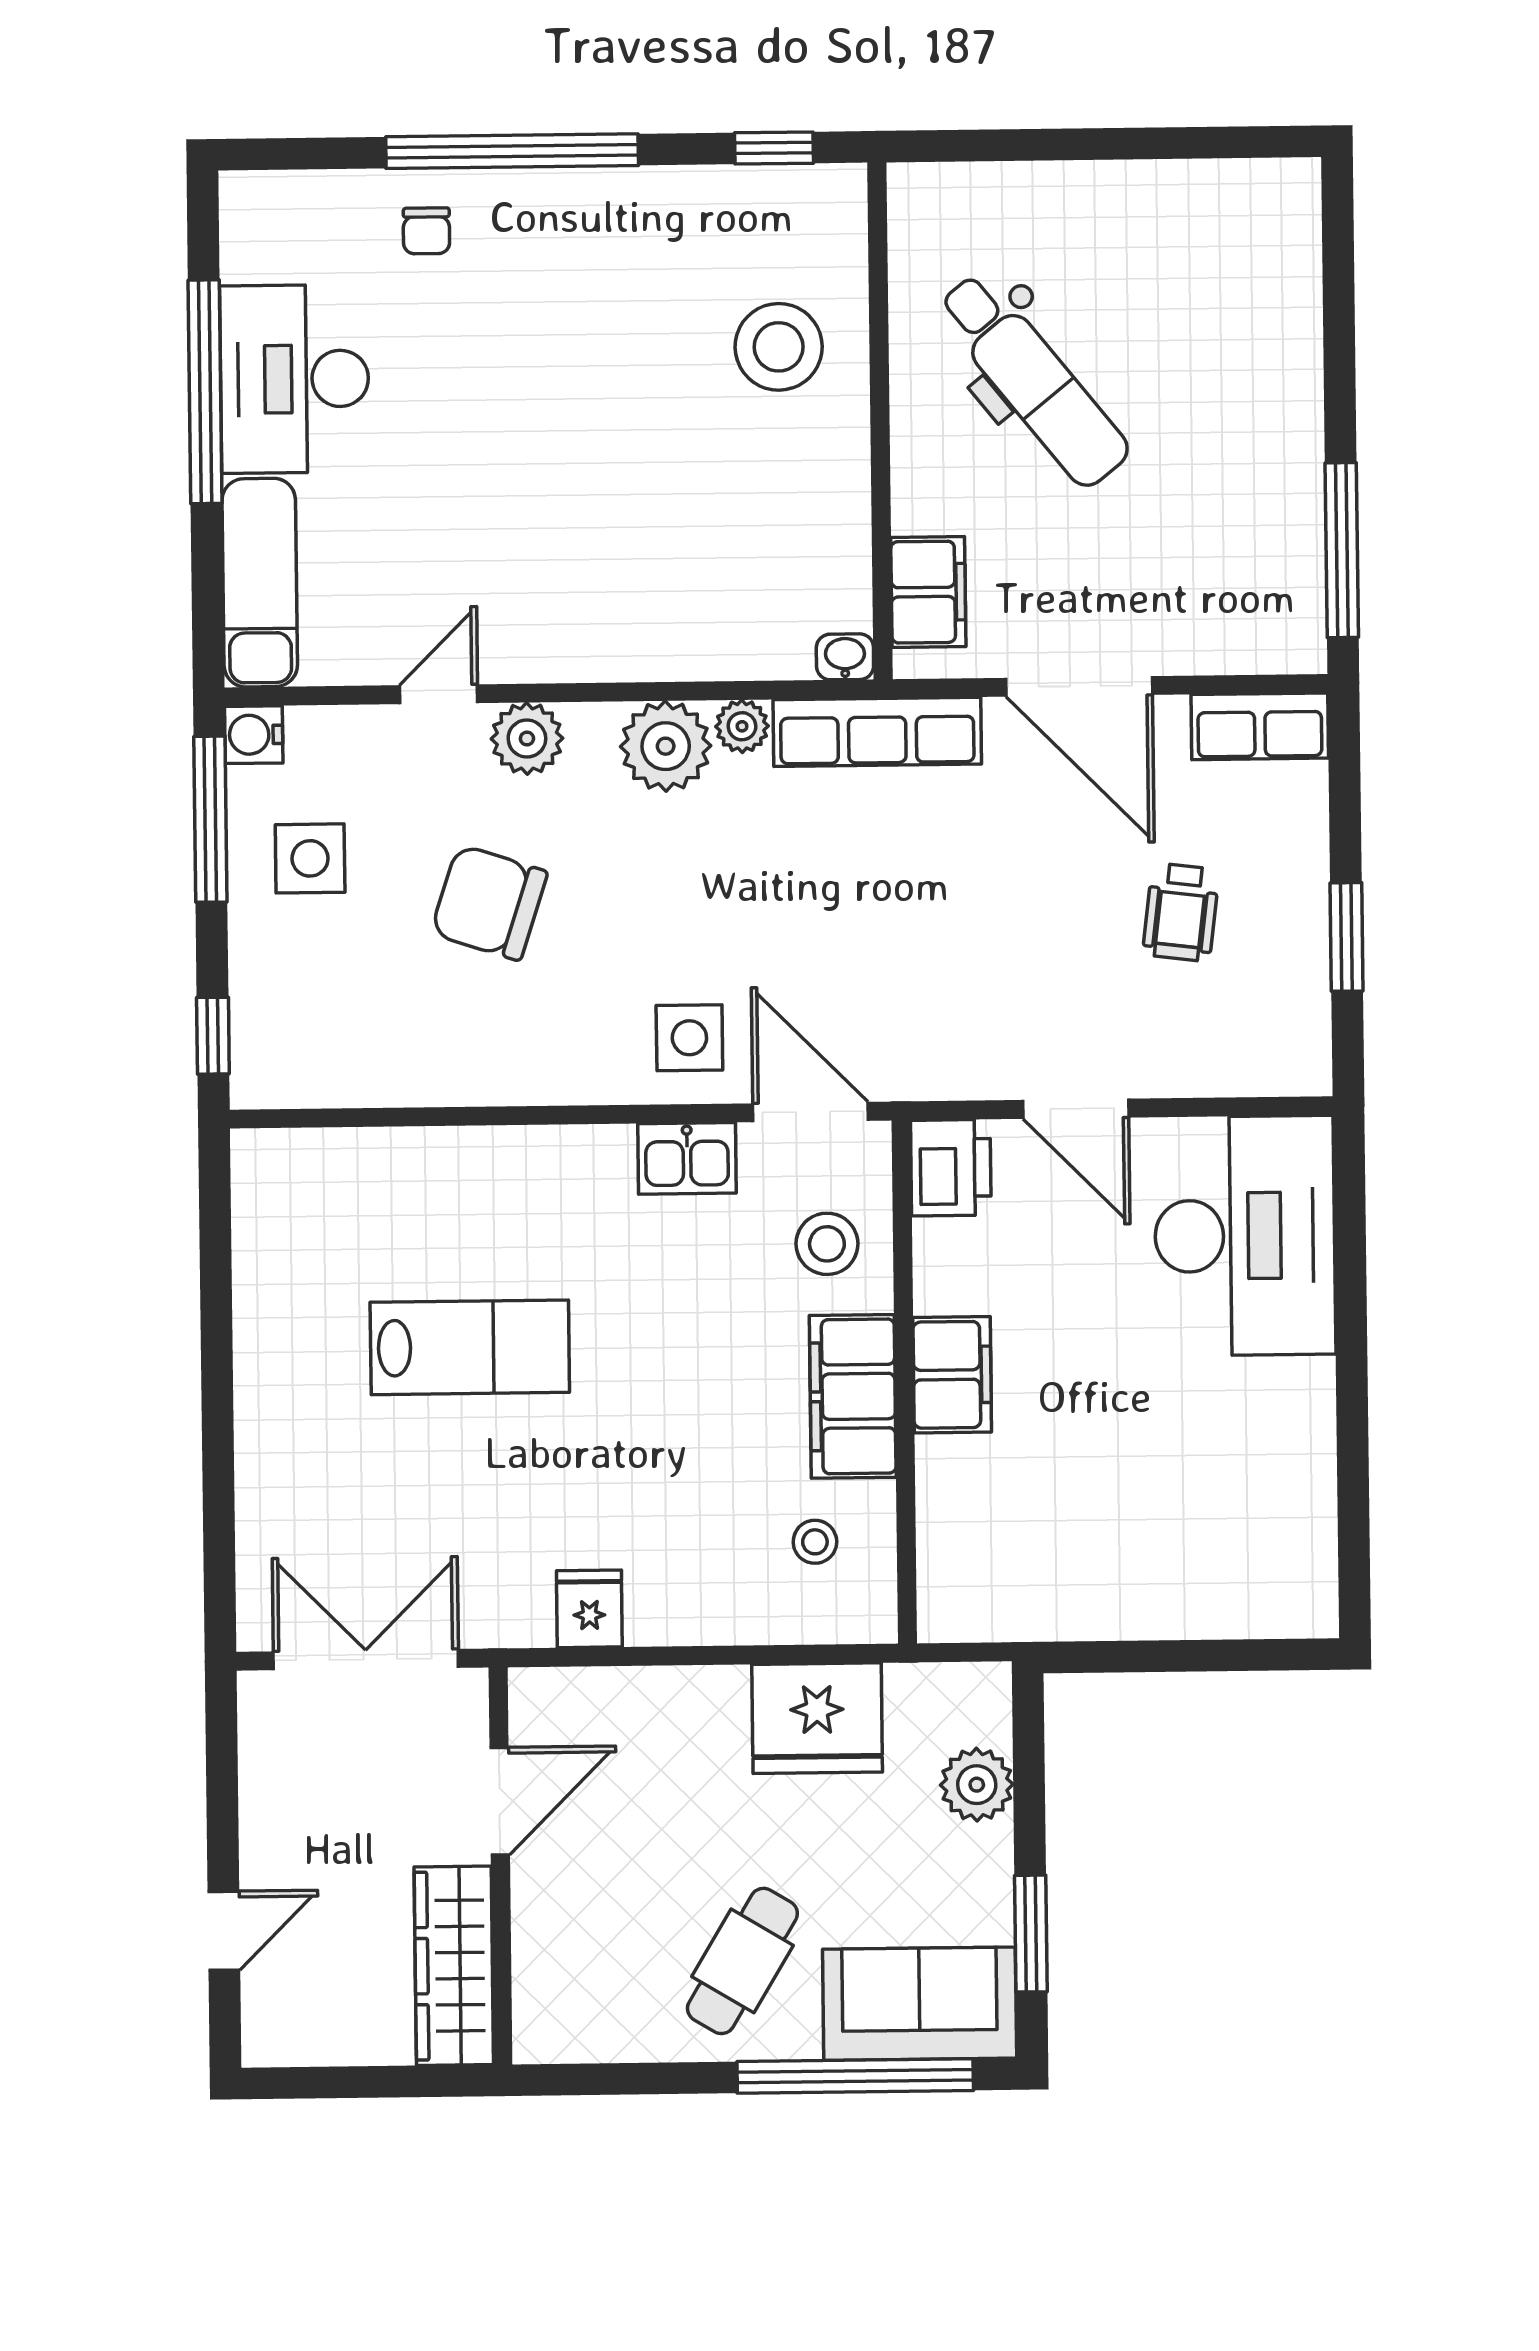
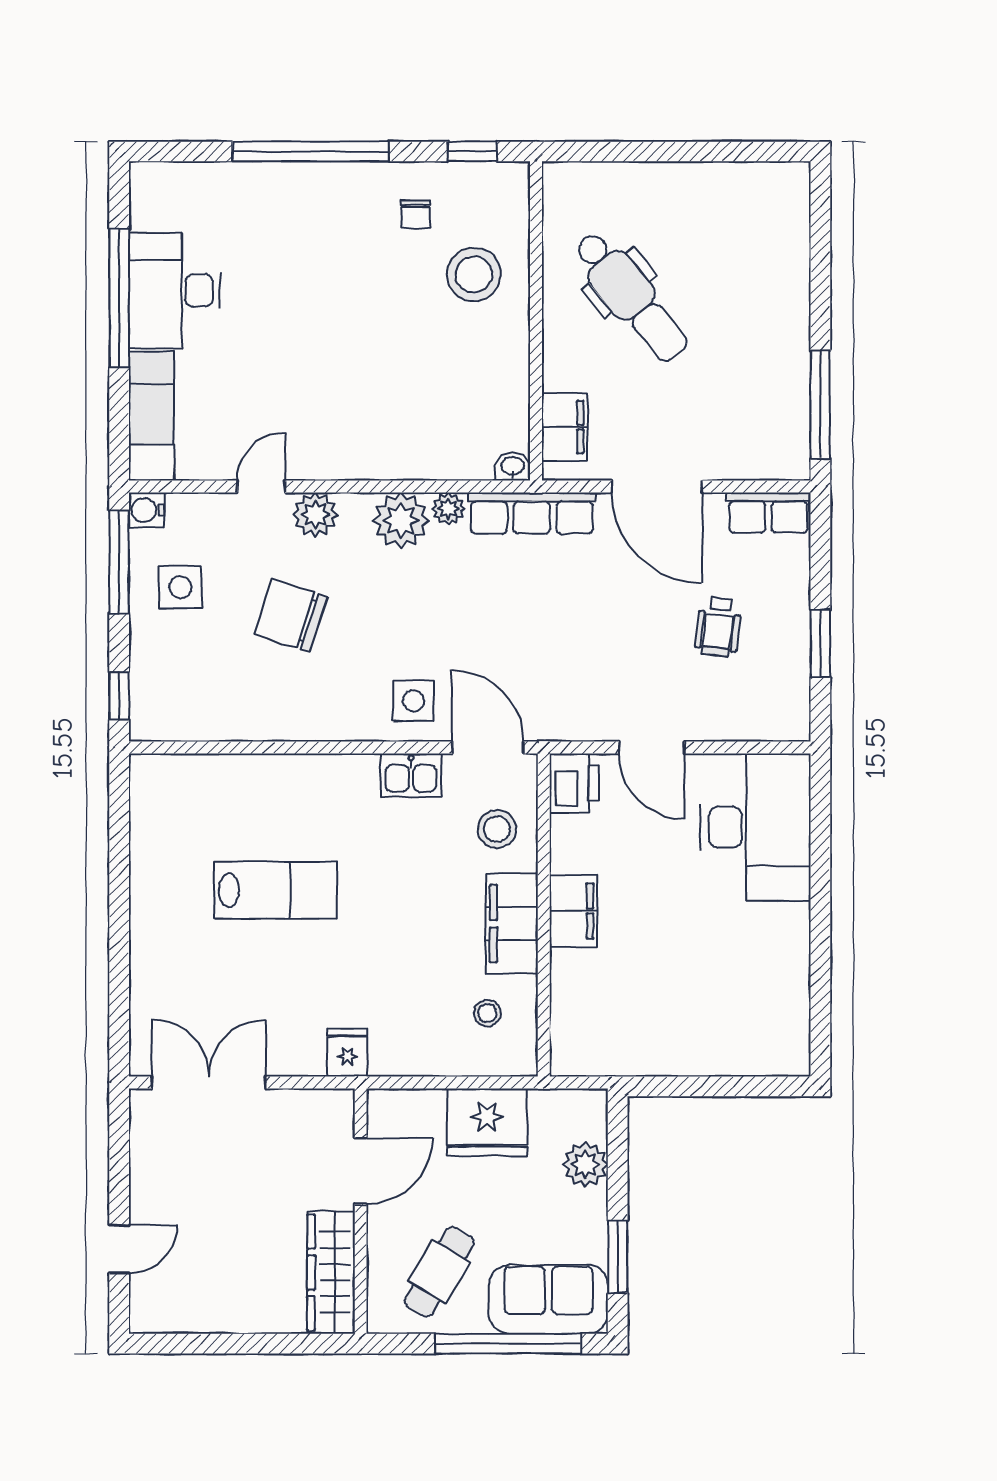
chair: (426, 231) -> (415, 214), moved
door: (500, 1801) -> (361, 1171), moved
wall: (500, 1866) -> (361, 1211), moved
wardrobe: (454, 1966) -> (331, 1272), moved

